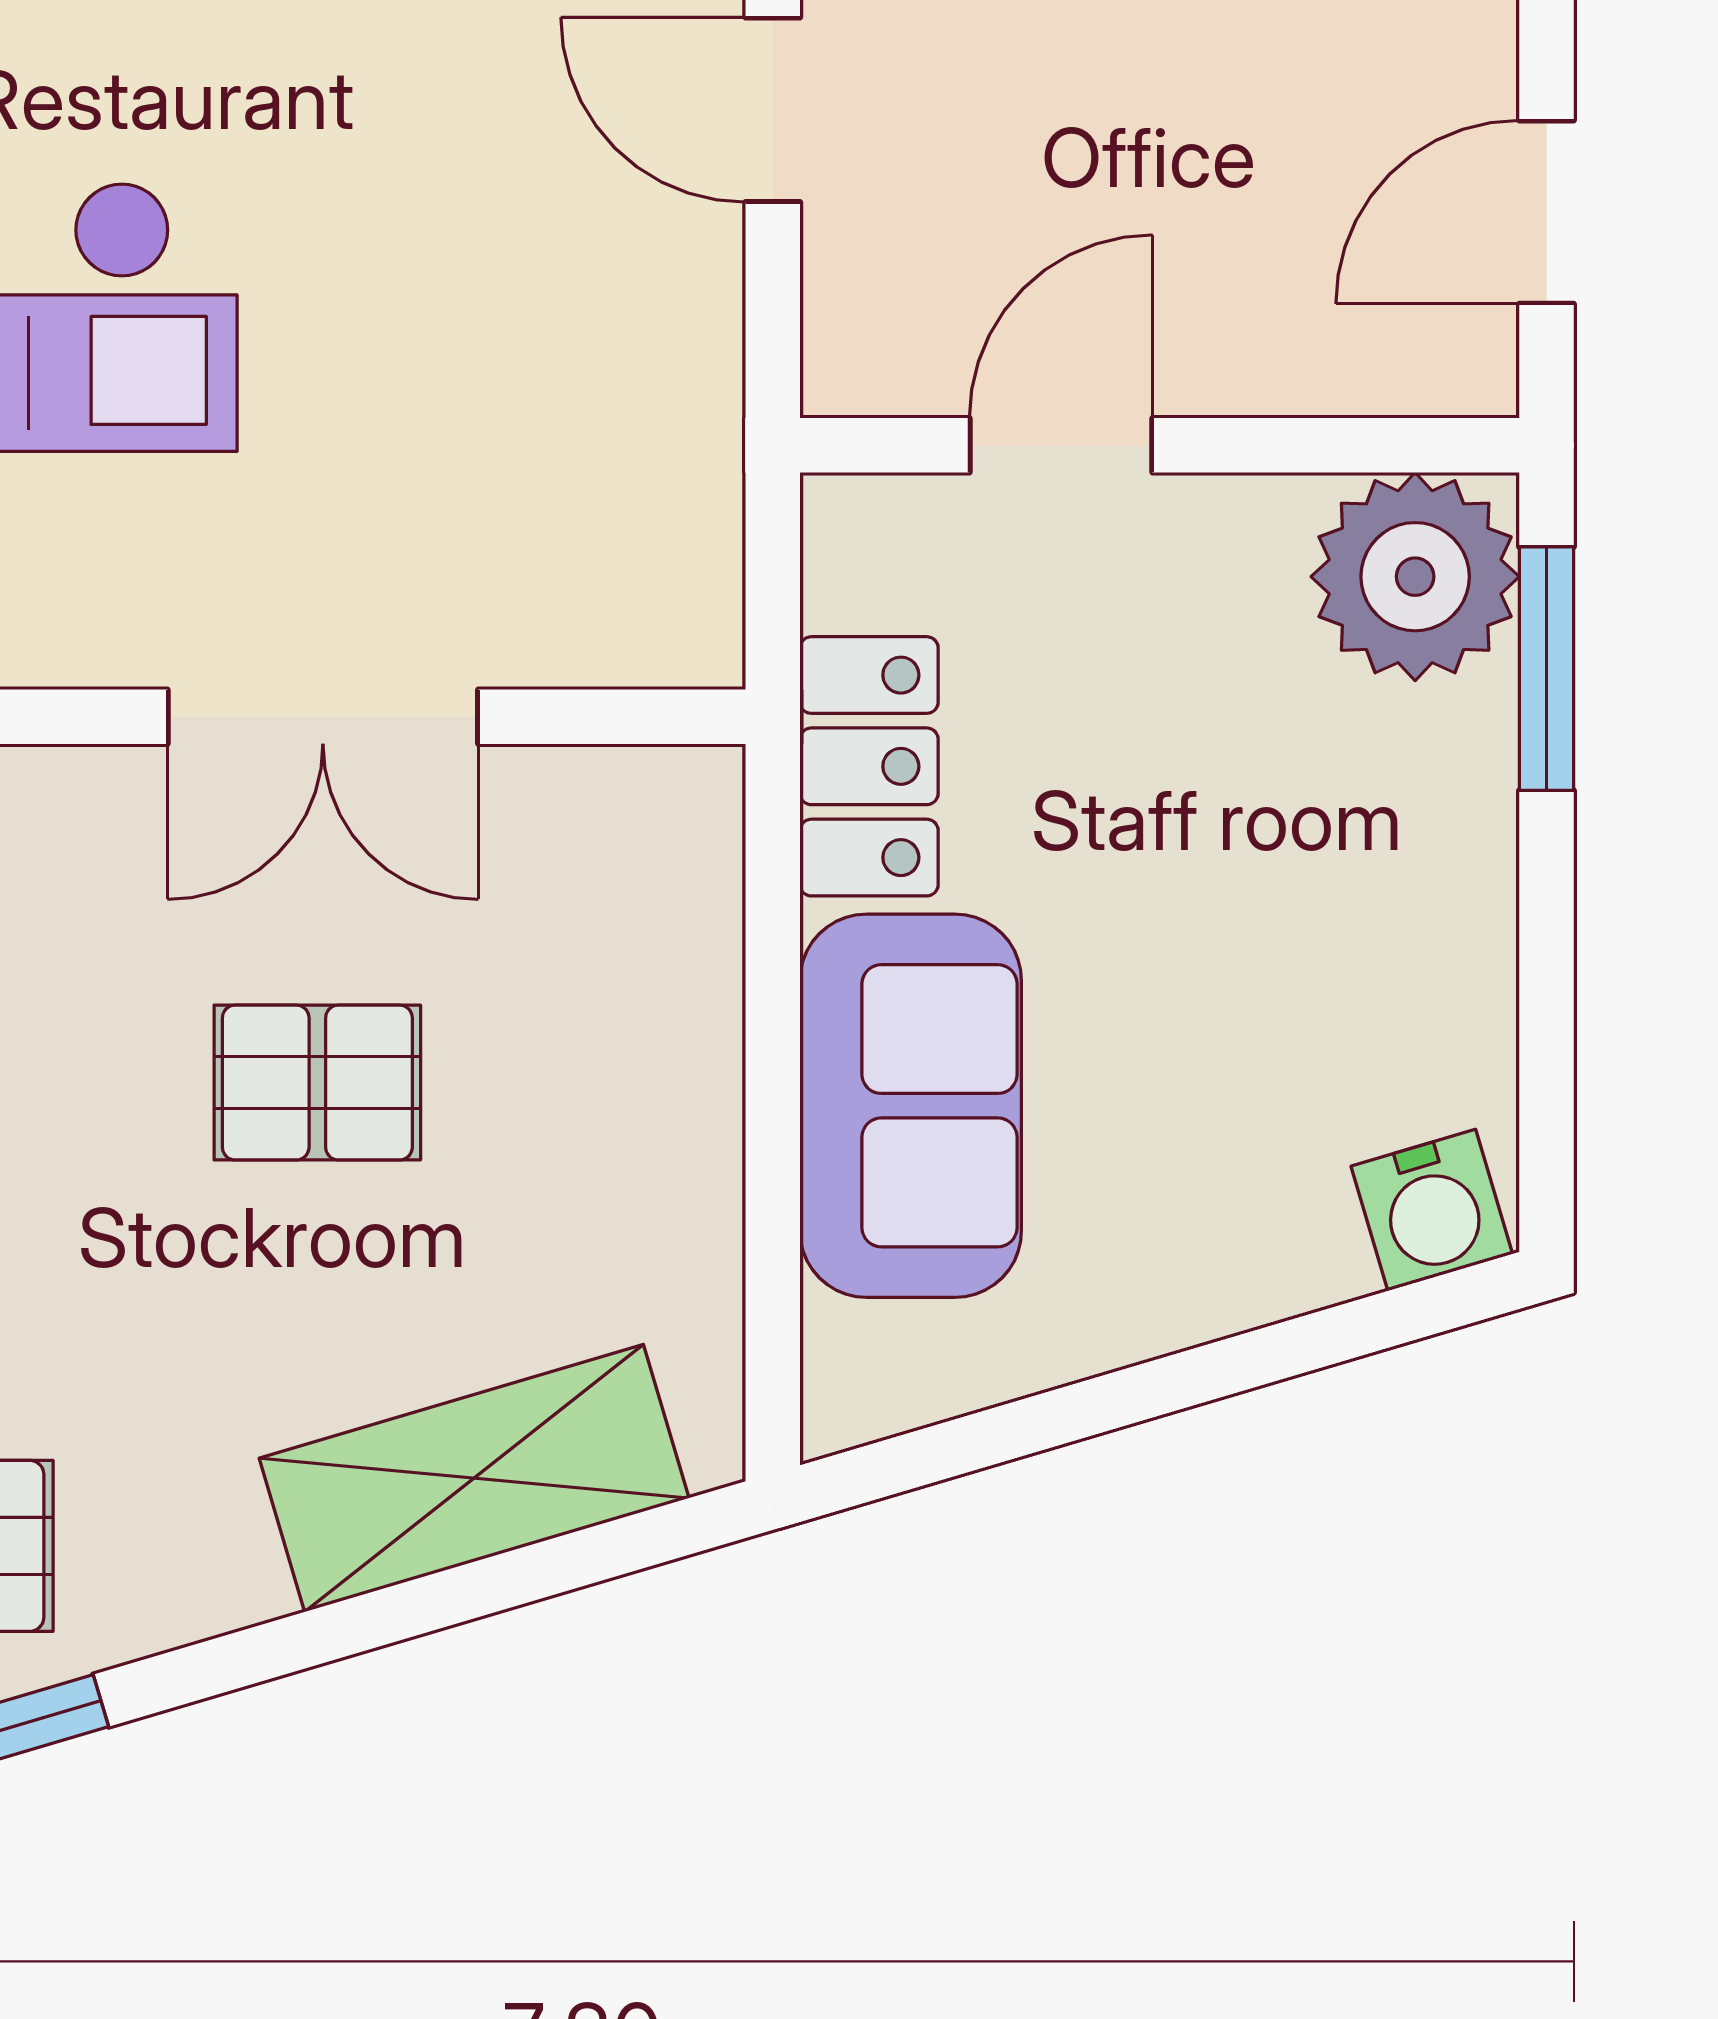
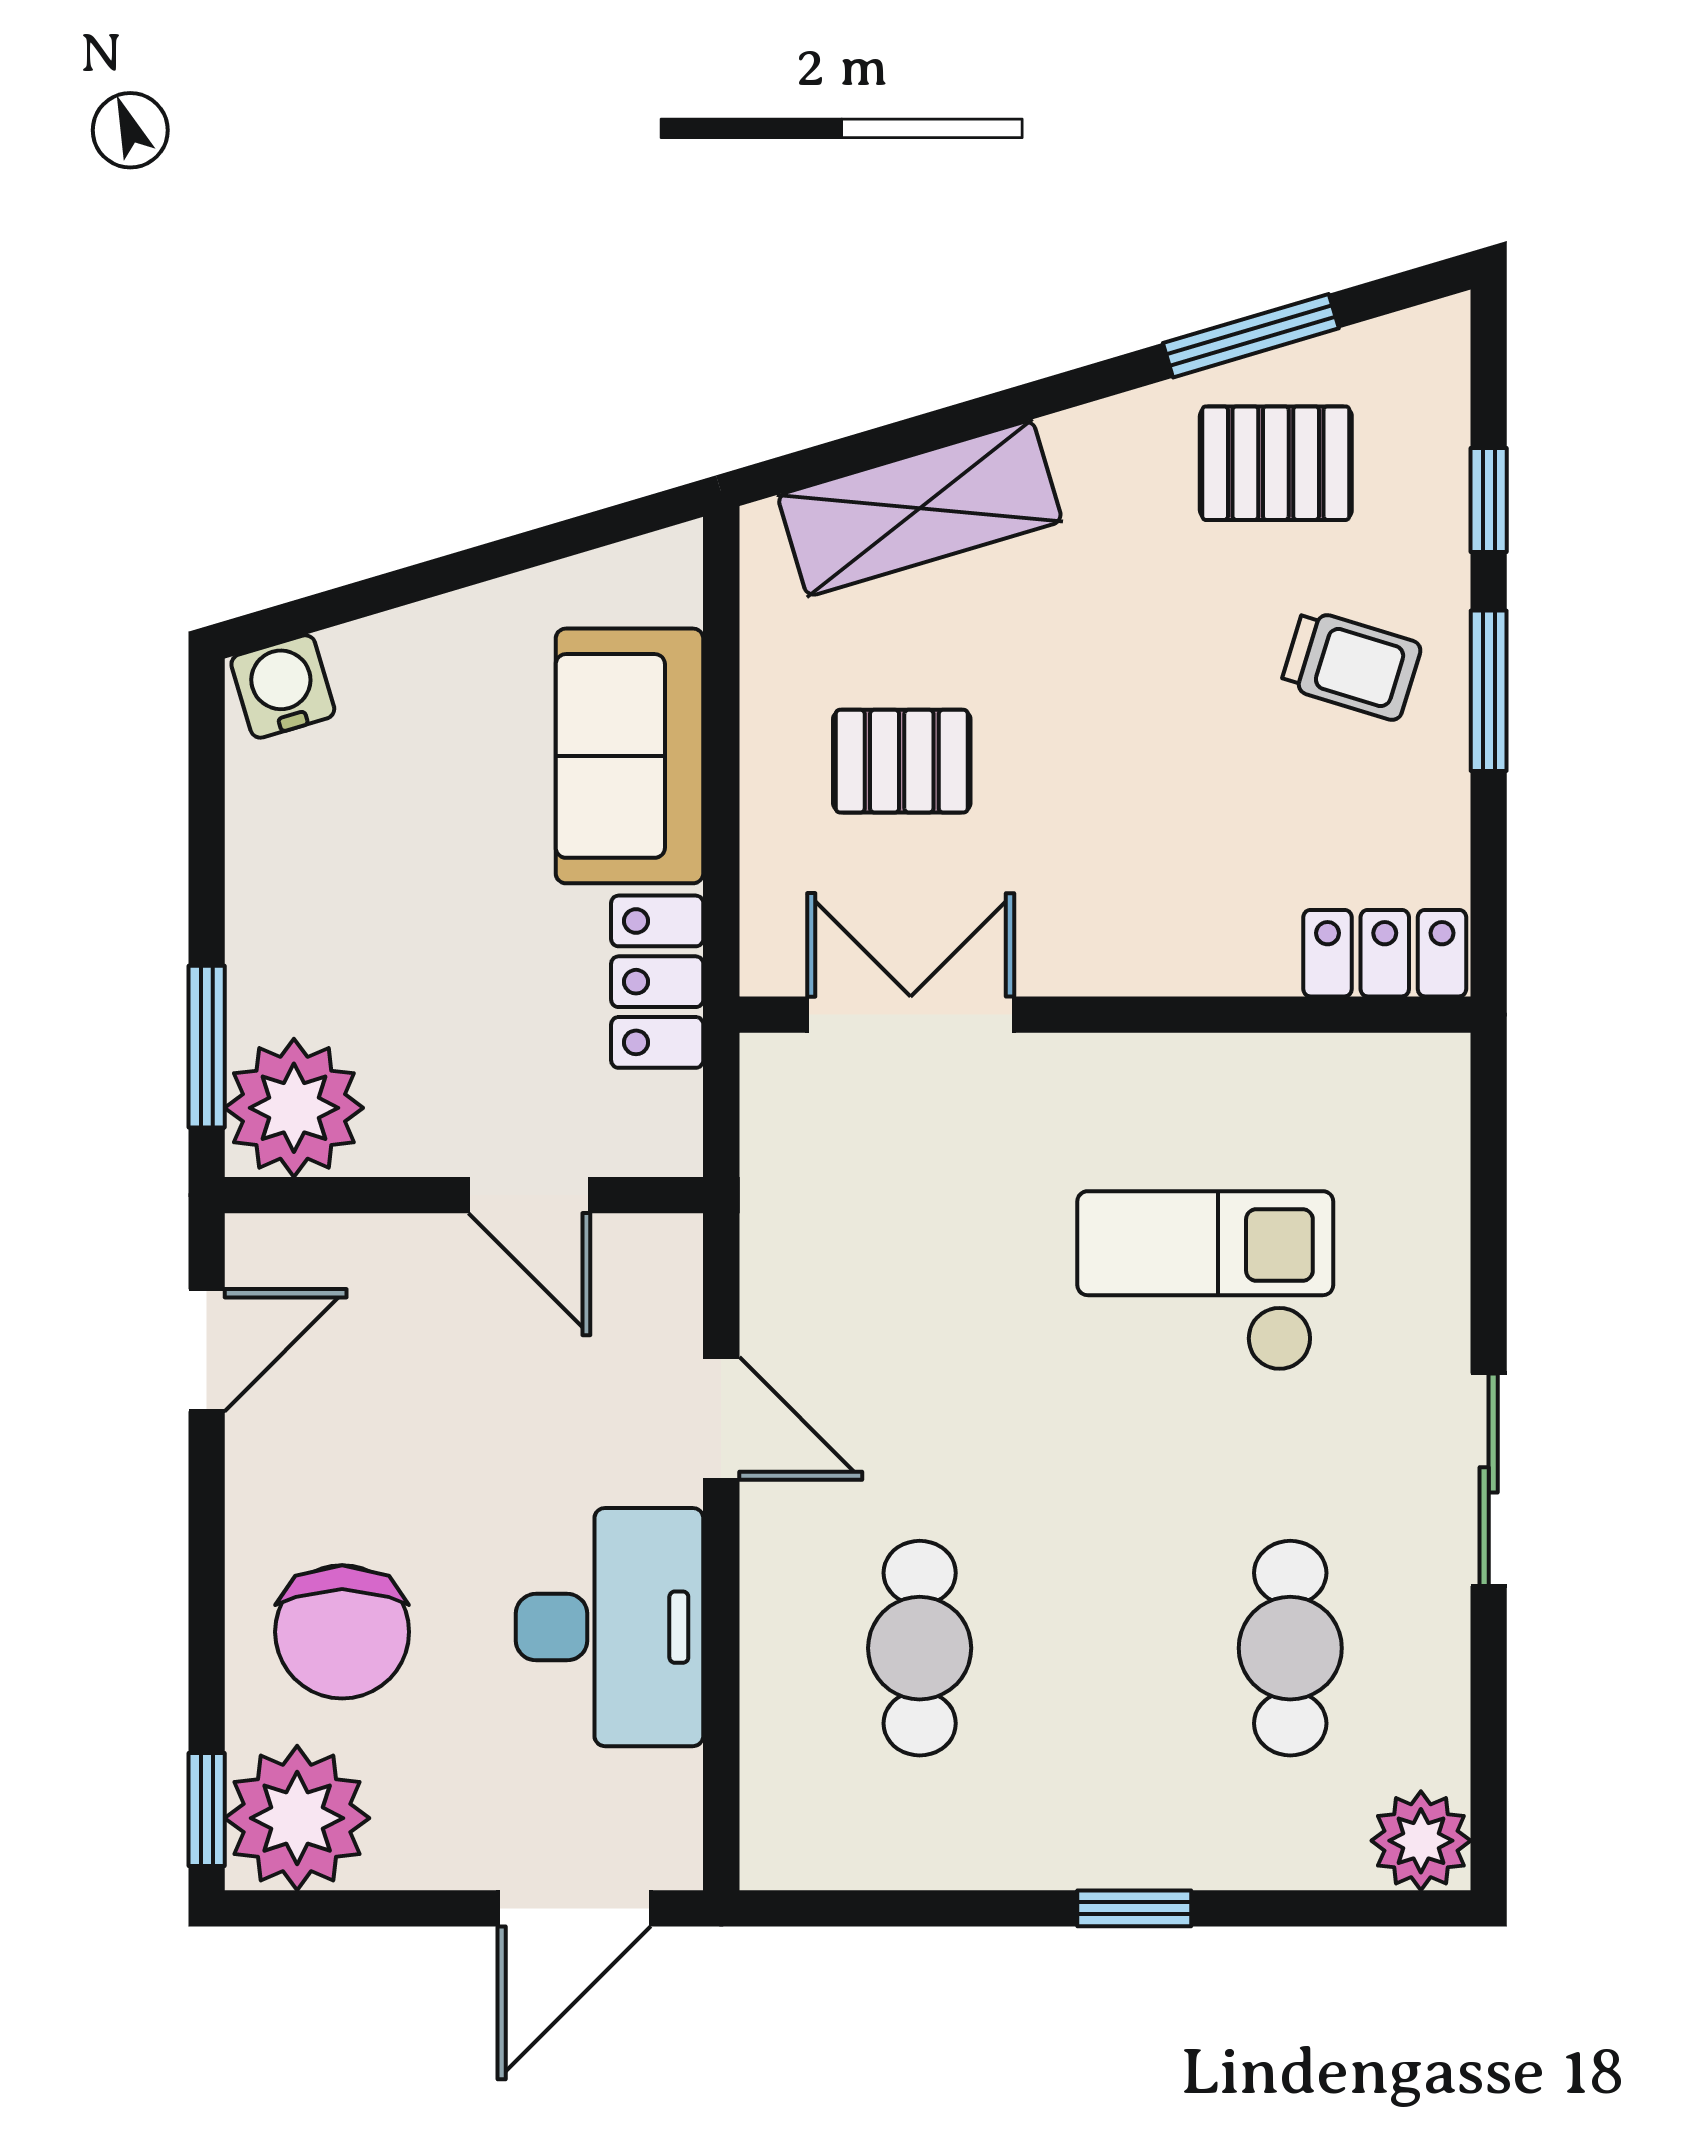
door: (1061, 445) -> (529, 1195), hinge flipped
double door: (323, 717) -> (911, 1015), moved
pallet: (317, 1083) -> (902, 761), moved

